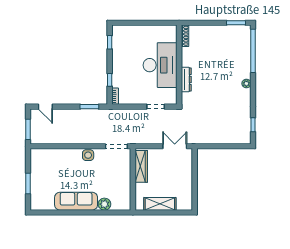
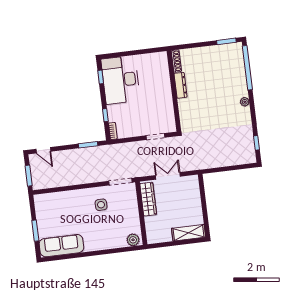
desk: (160, 65) -> (121, 80), moved, turned 180
dresser: (186, 80) -> (181, 85), moved
double door: (175, 146) -> (168, 176), moved
side table: (88, 155) -> (101, 205), moved
sofa: (76, 201) -> (61, 246), moved
plant: (104, 204) -> (133, 240), moved
shelving: (160, 204) -> (189, 233), moved

